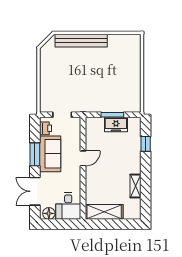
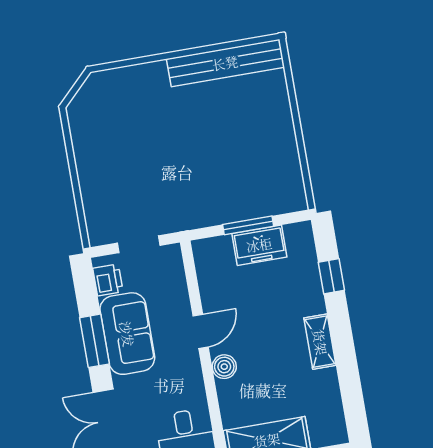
bench: (81, 41) -> (225, 63), moved
boiler: (91, 176) -> (224, 367), added
shelving: (135, 186) -> (320, 342), moved

